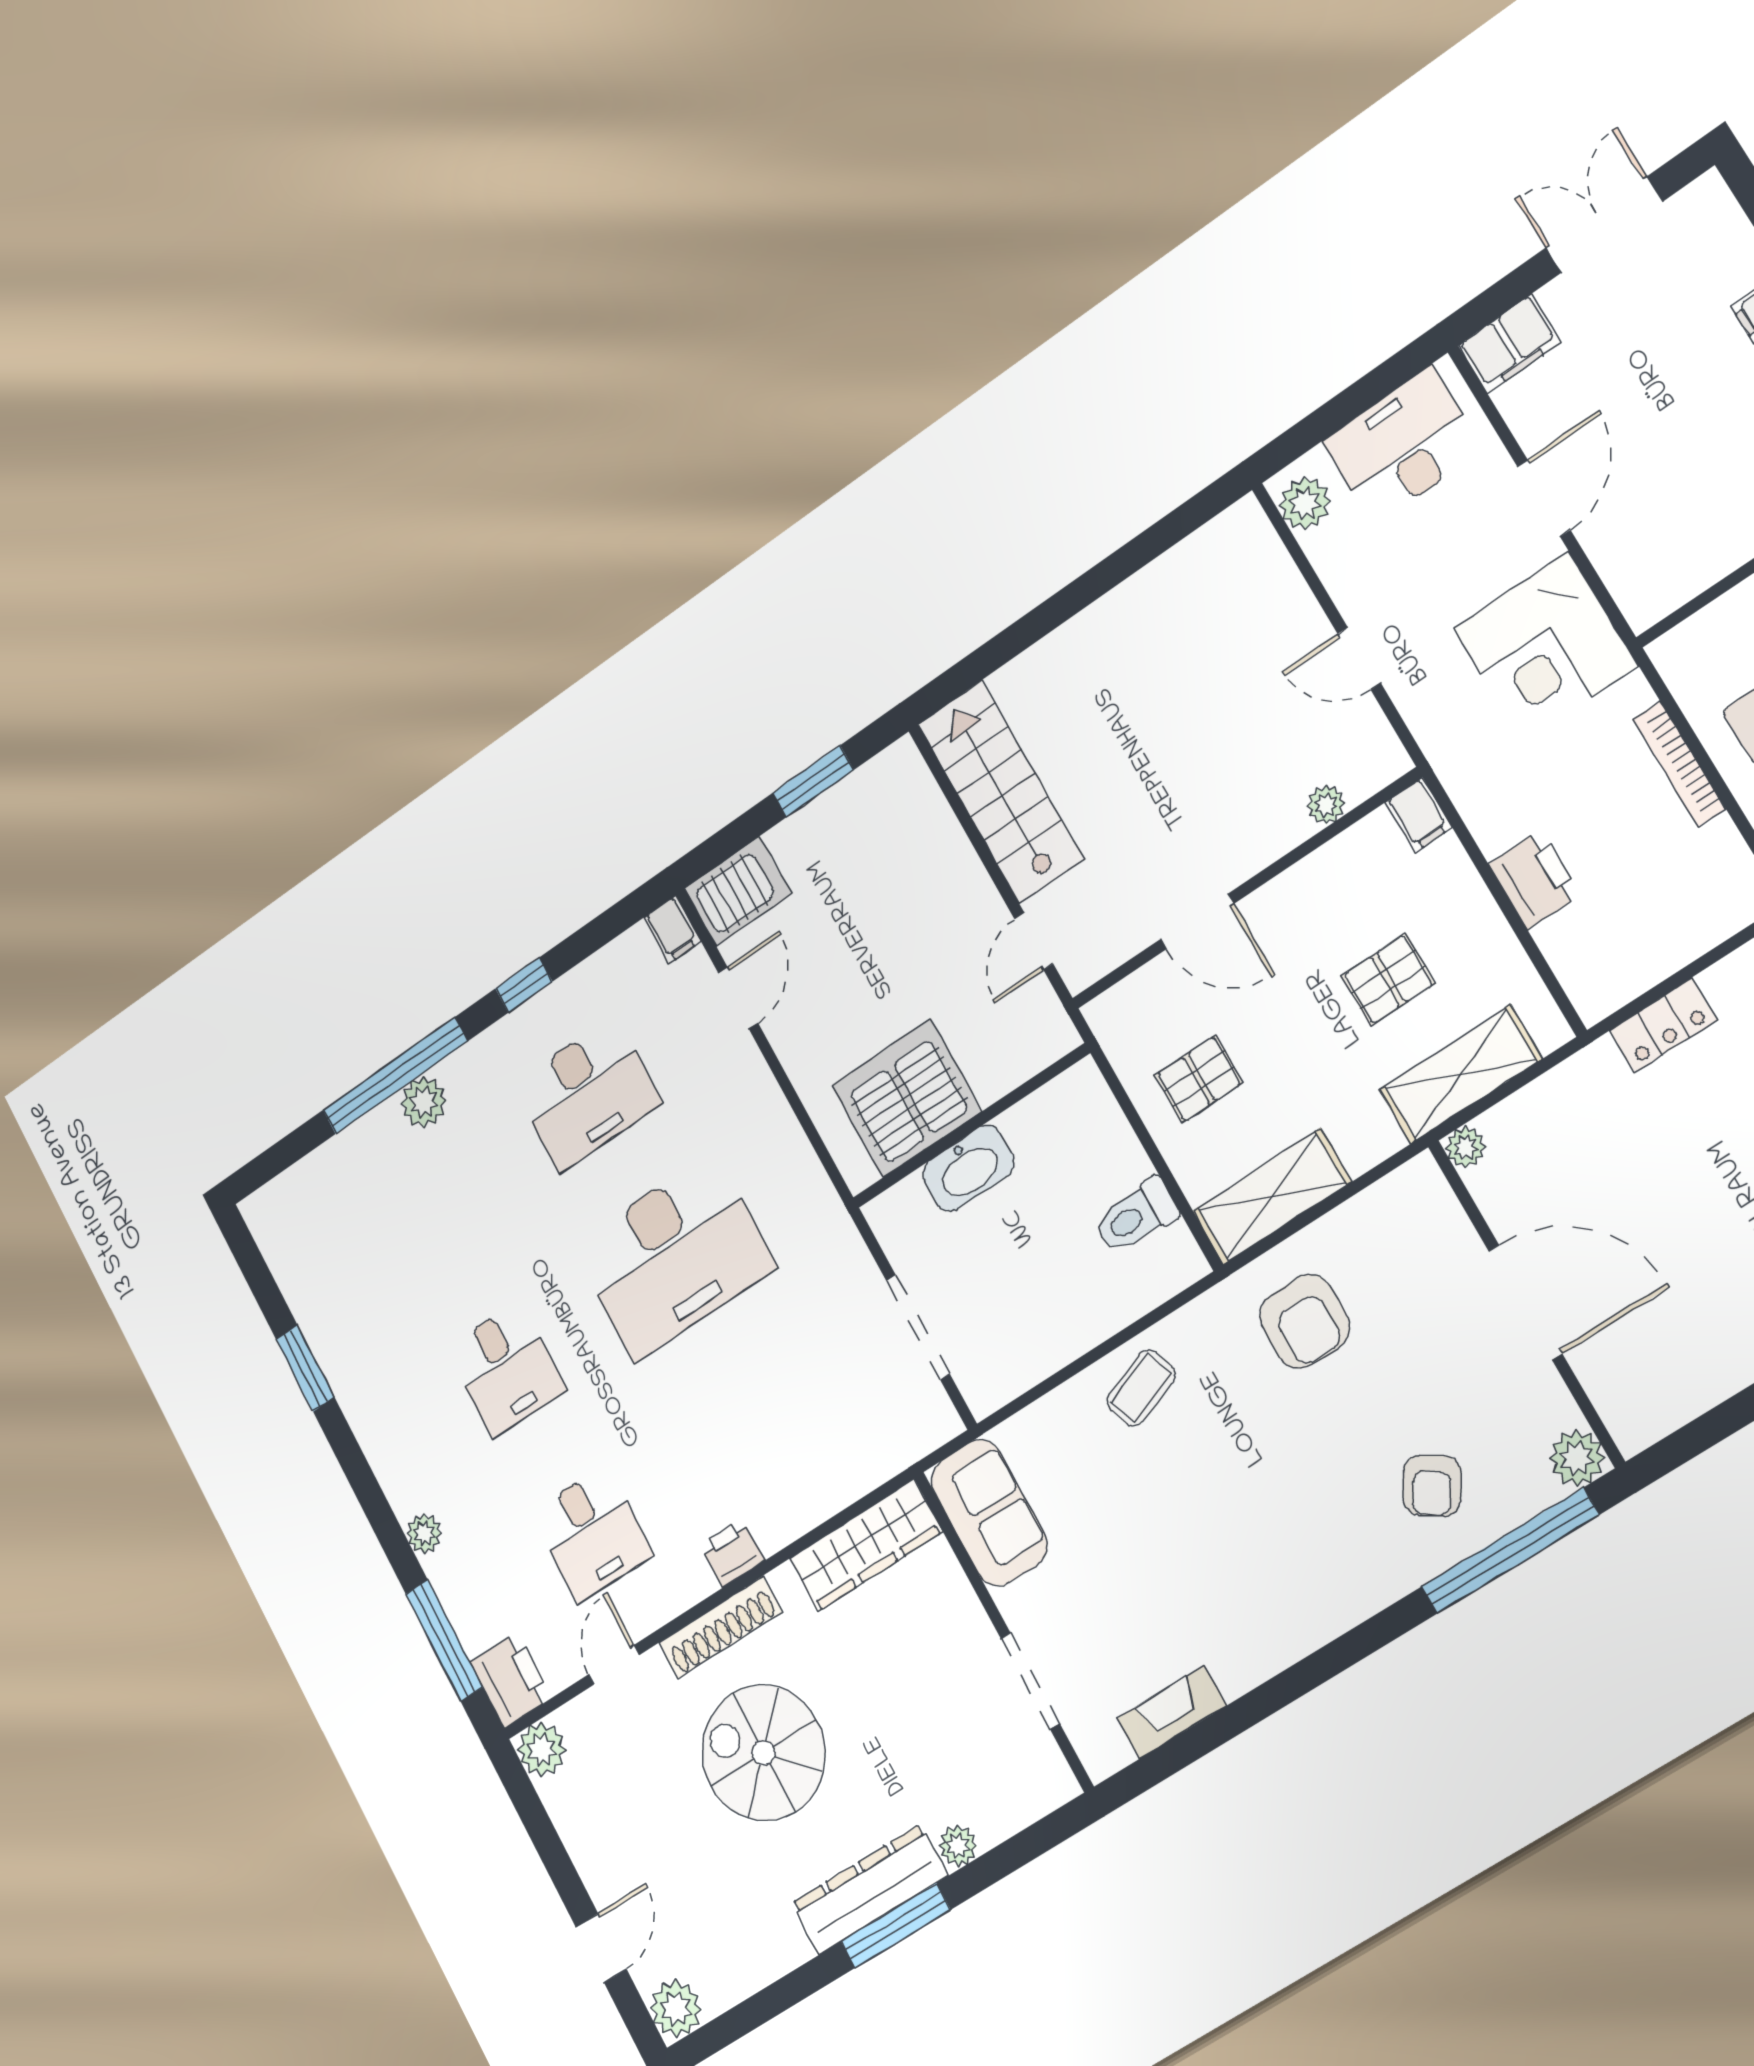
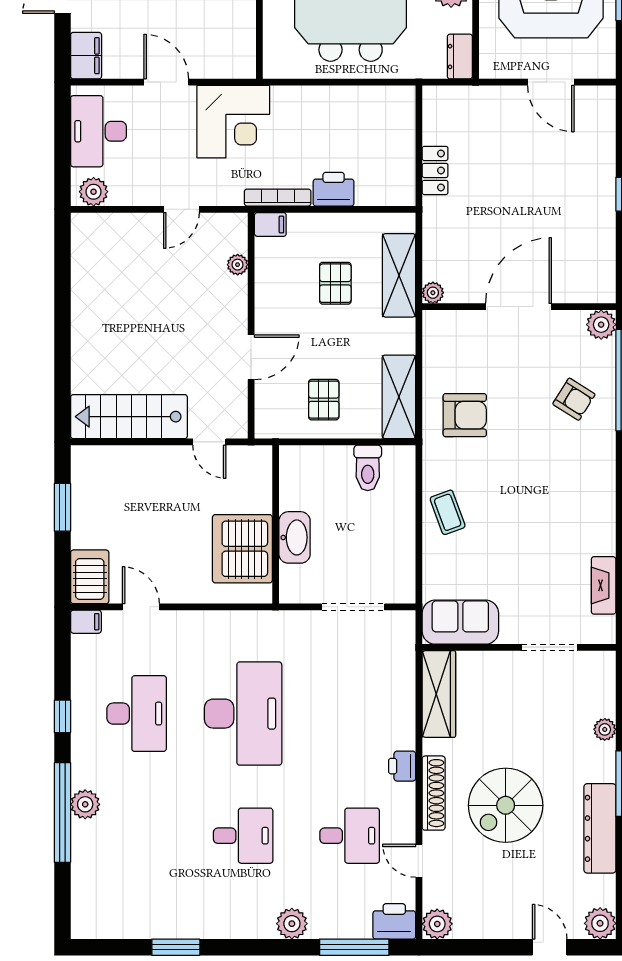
bookcase: (1679, 764) -> (278, 198), moved, turned 180
plant: (424, 1534) -> (292, 924), width x1.38, depth x1.38
dresser: (869, 1890) -> (600, 828), moved

